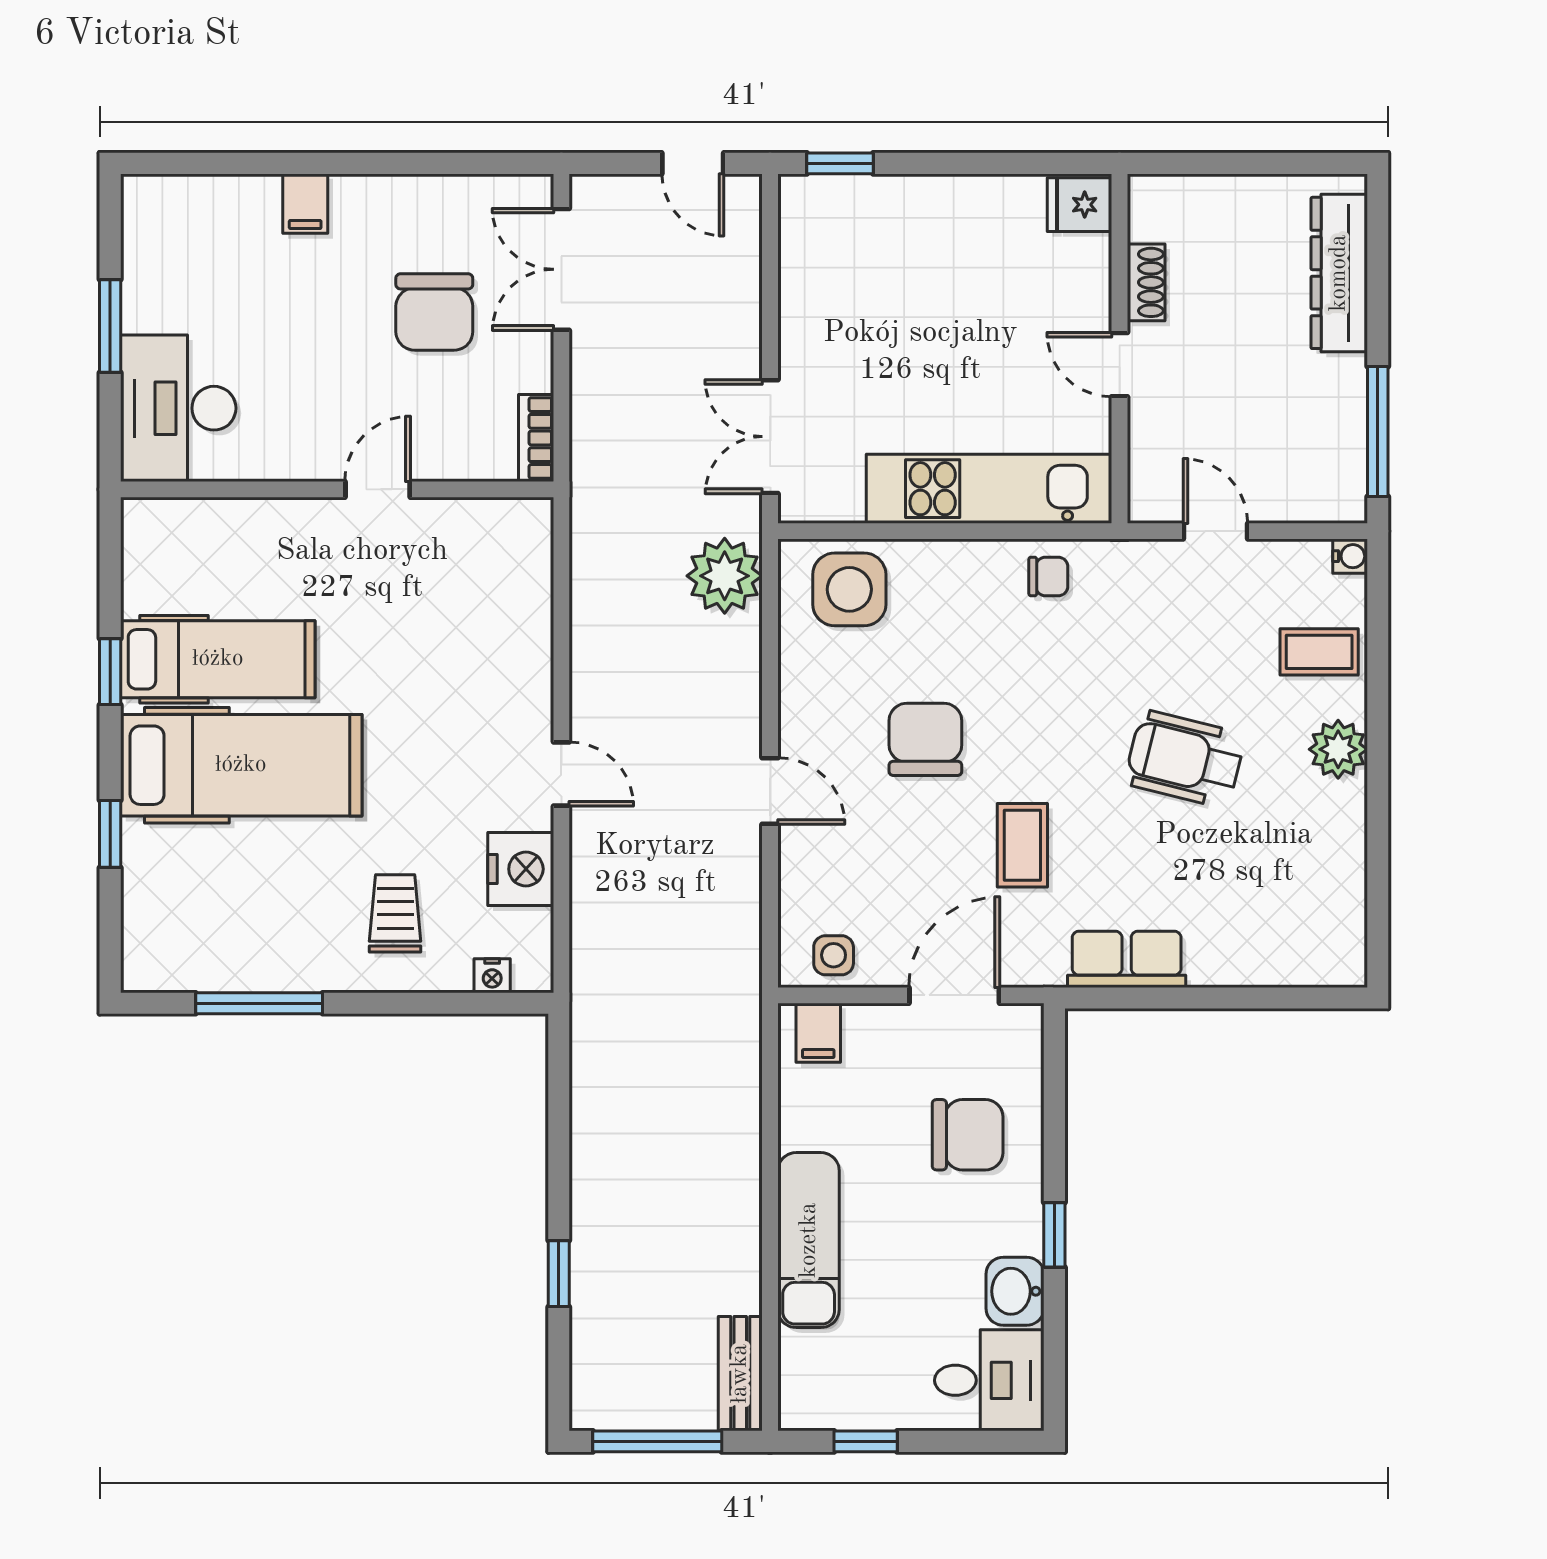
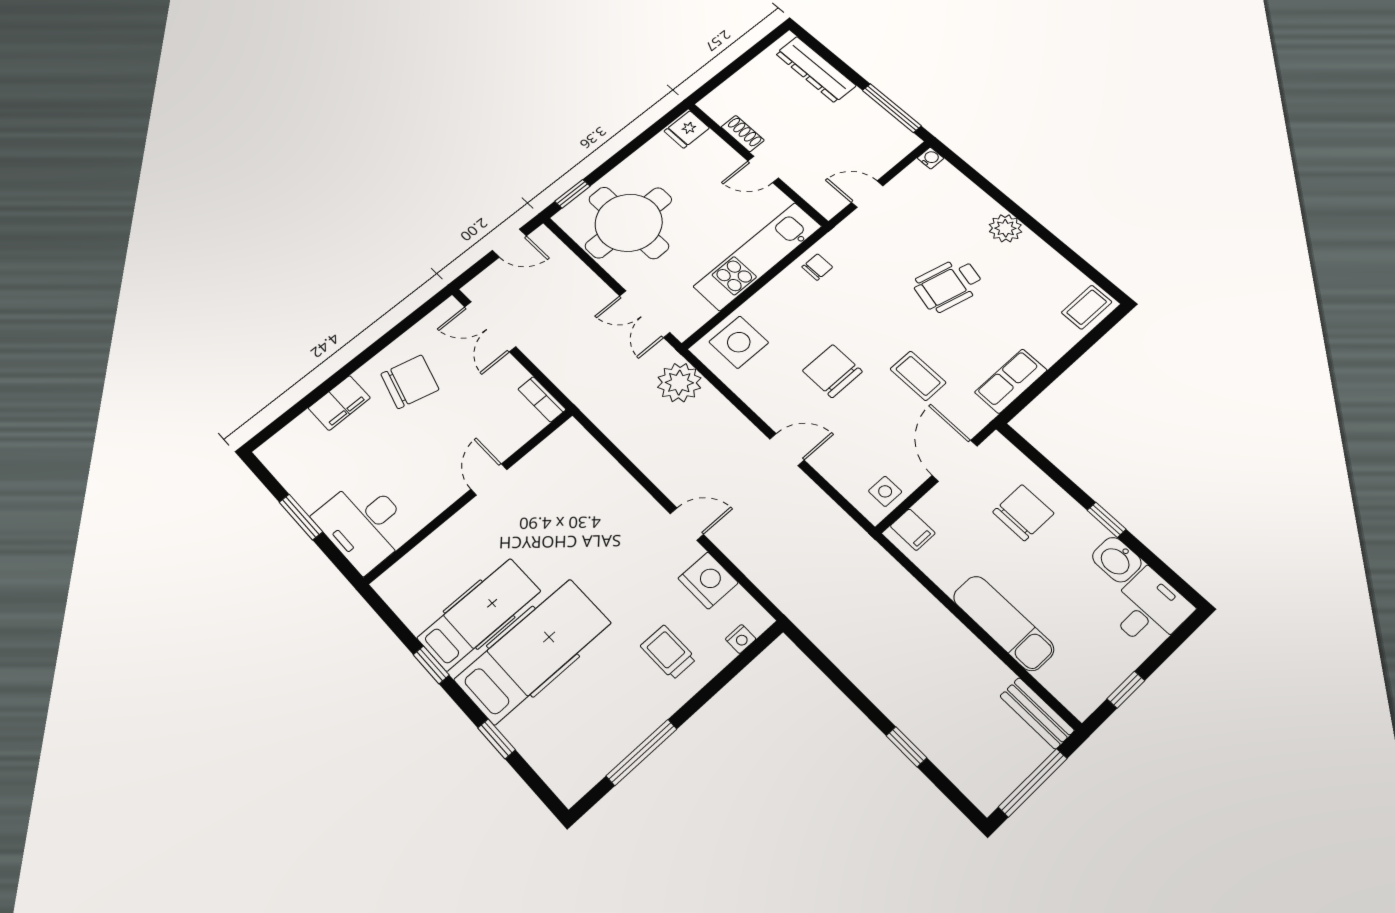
filing cabinet: (305, 204) -> (339, 403), width x2.00
round table: (872, 279) -> (629, 223), added
chair: (434, 312) -> (410, 382), moved, turned -75
coffee table: (1319, 652) -> (1087, 307), moved

